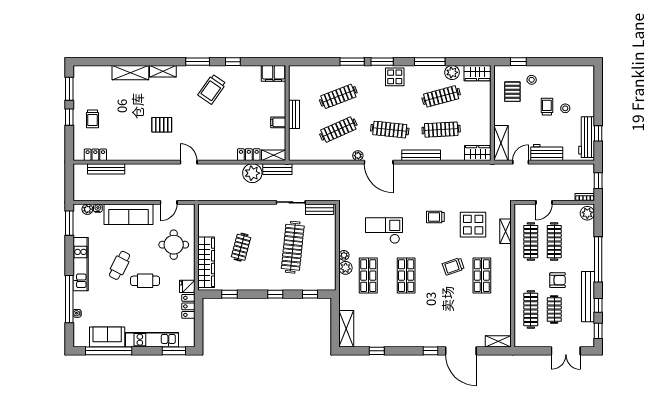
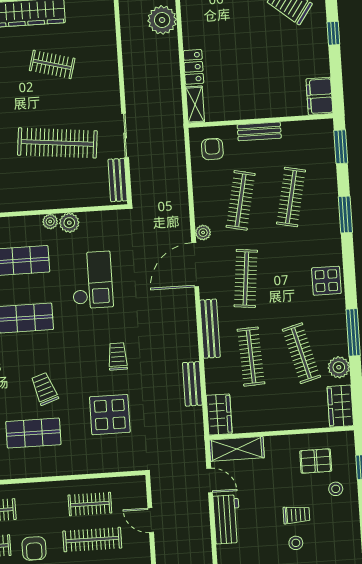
window: (382, 62) -> (341, 147), moved
clothes rail: (338, 96) -> (291, 197), turned 33
filing cabinet: (278, 122) -> (245, 108), removed
clothes rail: (338, 130) -> (241, 200), turned 36
armchair: (303, 146) -> (212, 149), added
bench: (277, 169) -> (192, 384), moved
plant: (252, 173) -> (162, 20), moved
shelving: (506, 231) -> (103, 465), removed
clothes rail: (531, 242) -> (90, 504), width x0.73
plant: (346, 268) -> (69, 223), moved

